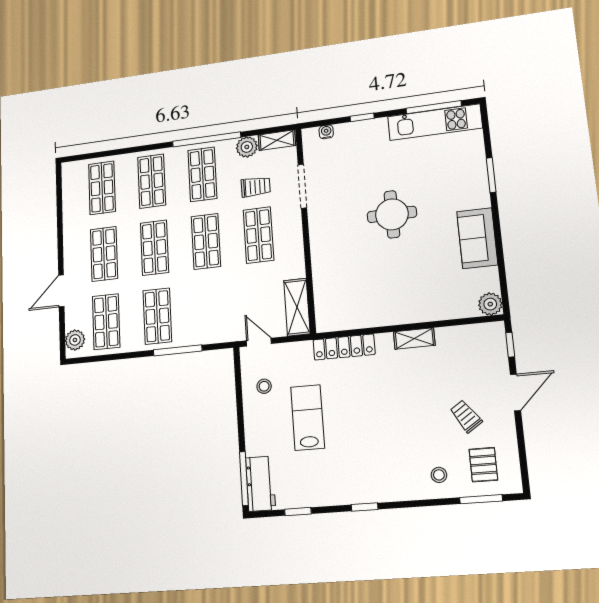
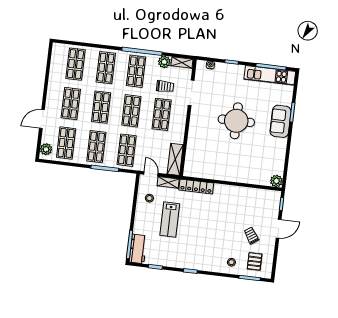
round table: (392, 214) -> (236, 121), width x1.36, depth x1.36
sofa: (477, 238) -> (280, 121), moved
shop shelf: (210, 310) -> (127, 150), added
shelving: (414, 339) -> (168, 182), moved
lab bench: (308, 417) -> (170, 220), turned 180

